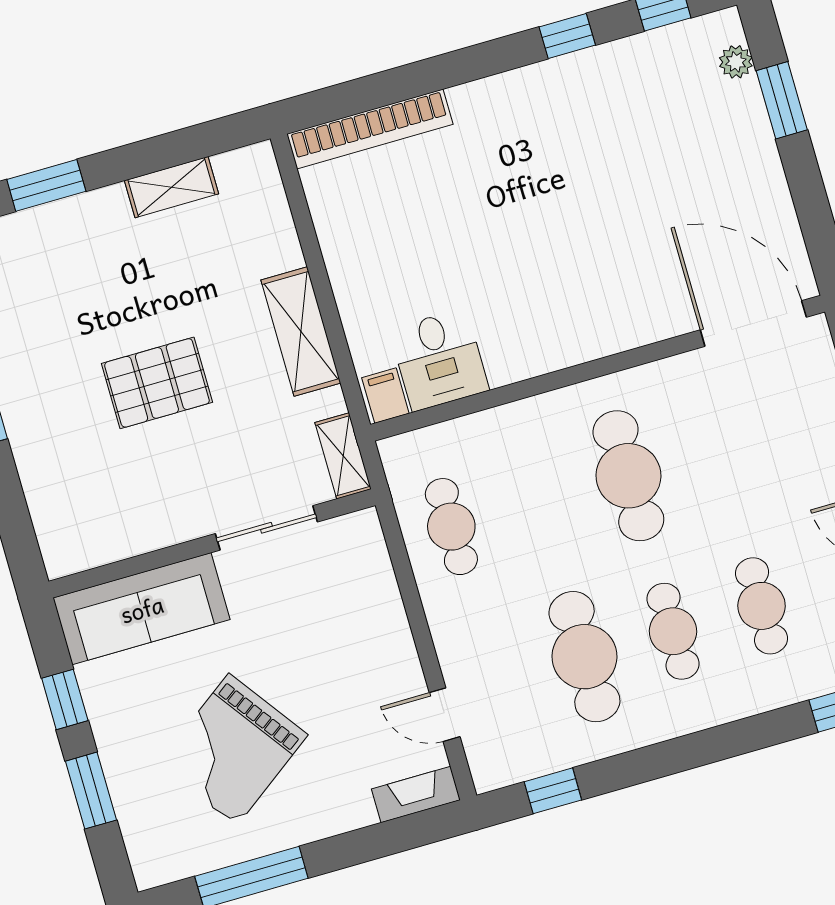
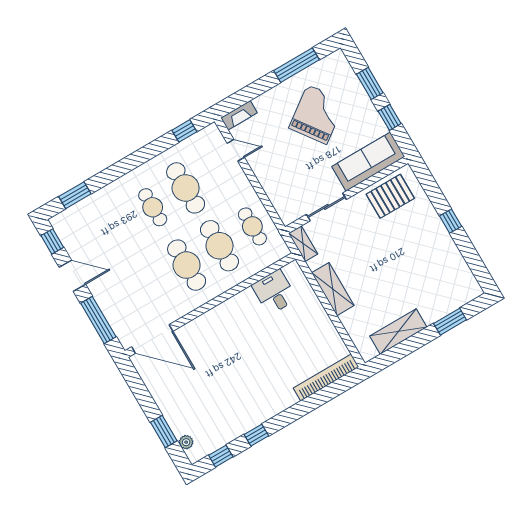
shelving: (171, 187) -> (398, 331), width x1.50, depth x1.33
pallet: (157, 383) -> (390, 196), moved
filing cabinet: (385, 396) -> (292, 272), removed
cafe table: (762, 606) -> (219, 246), moved, width x1.37, depth x1.35

